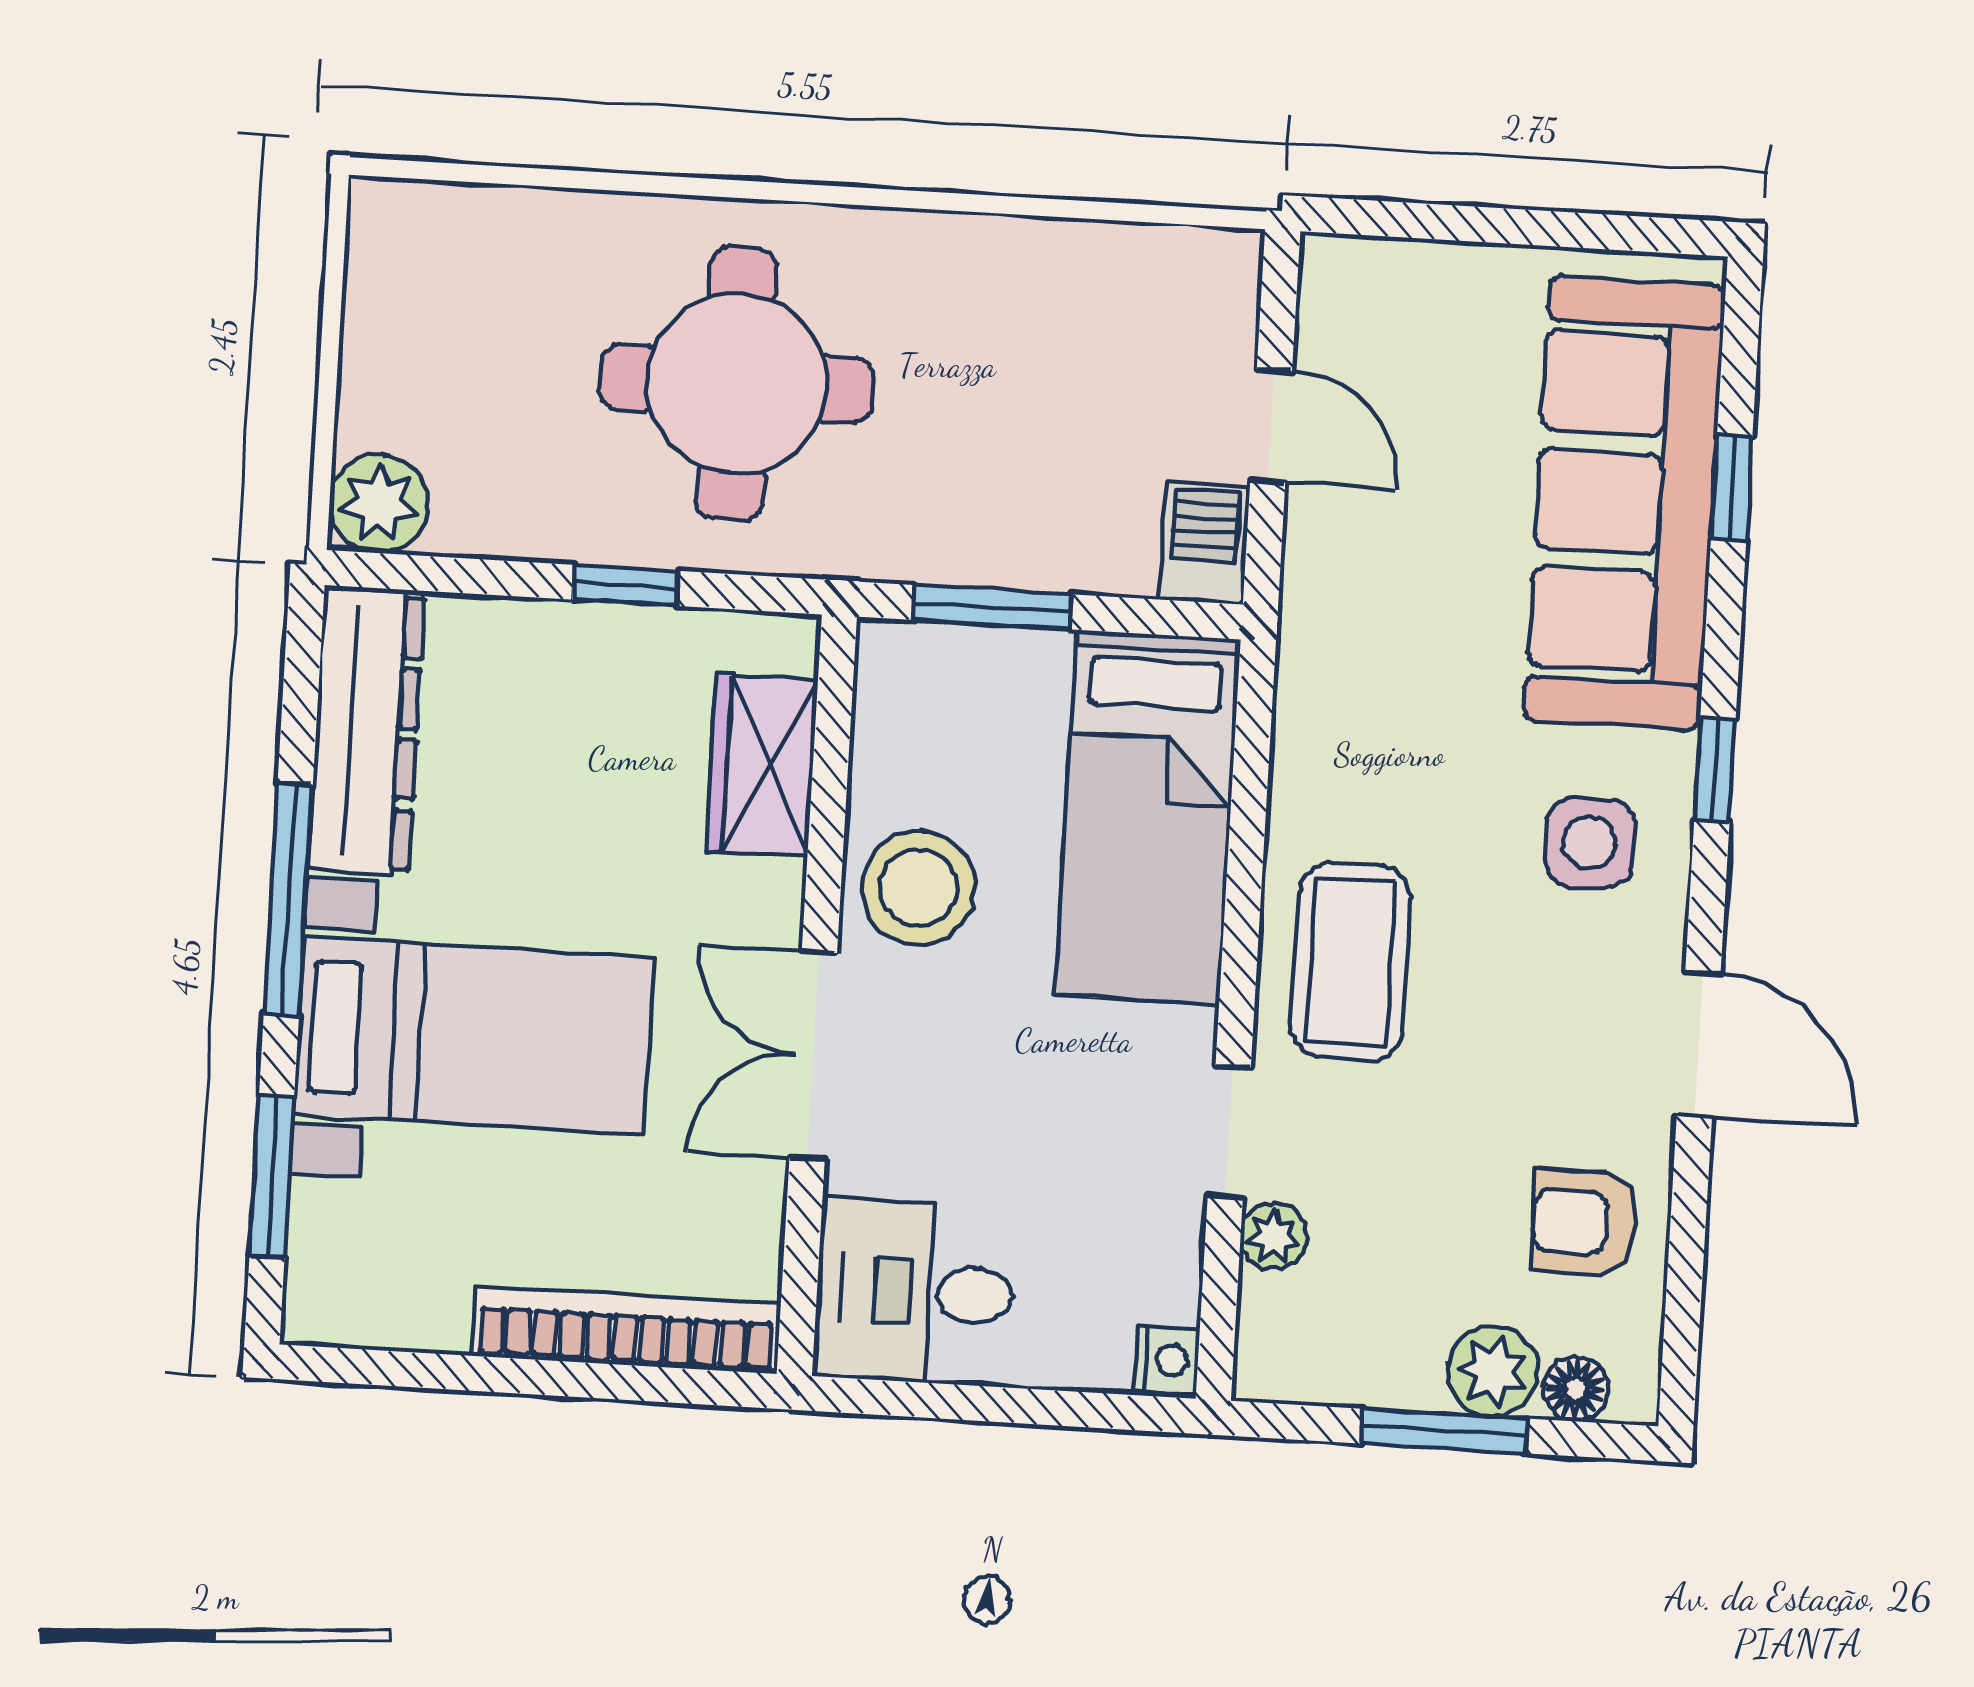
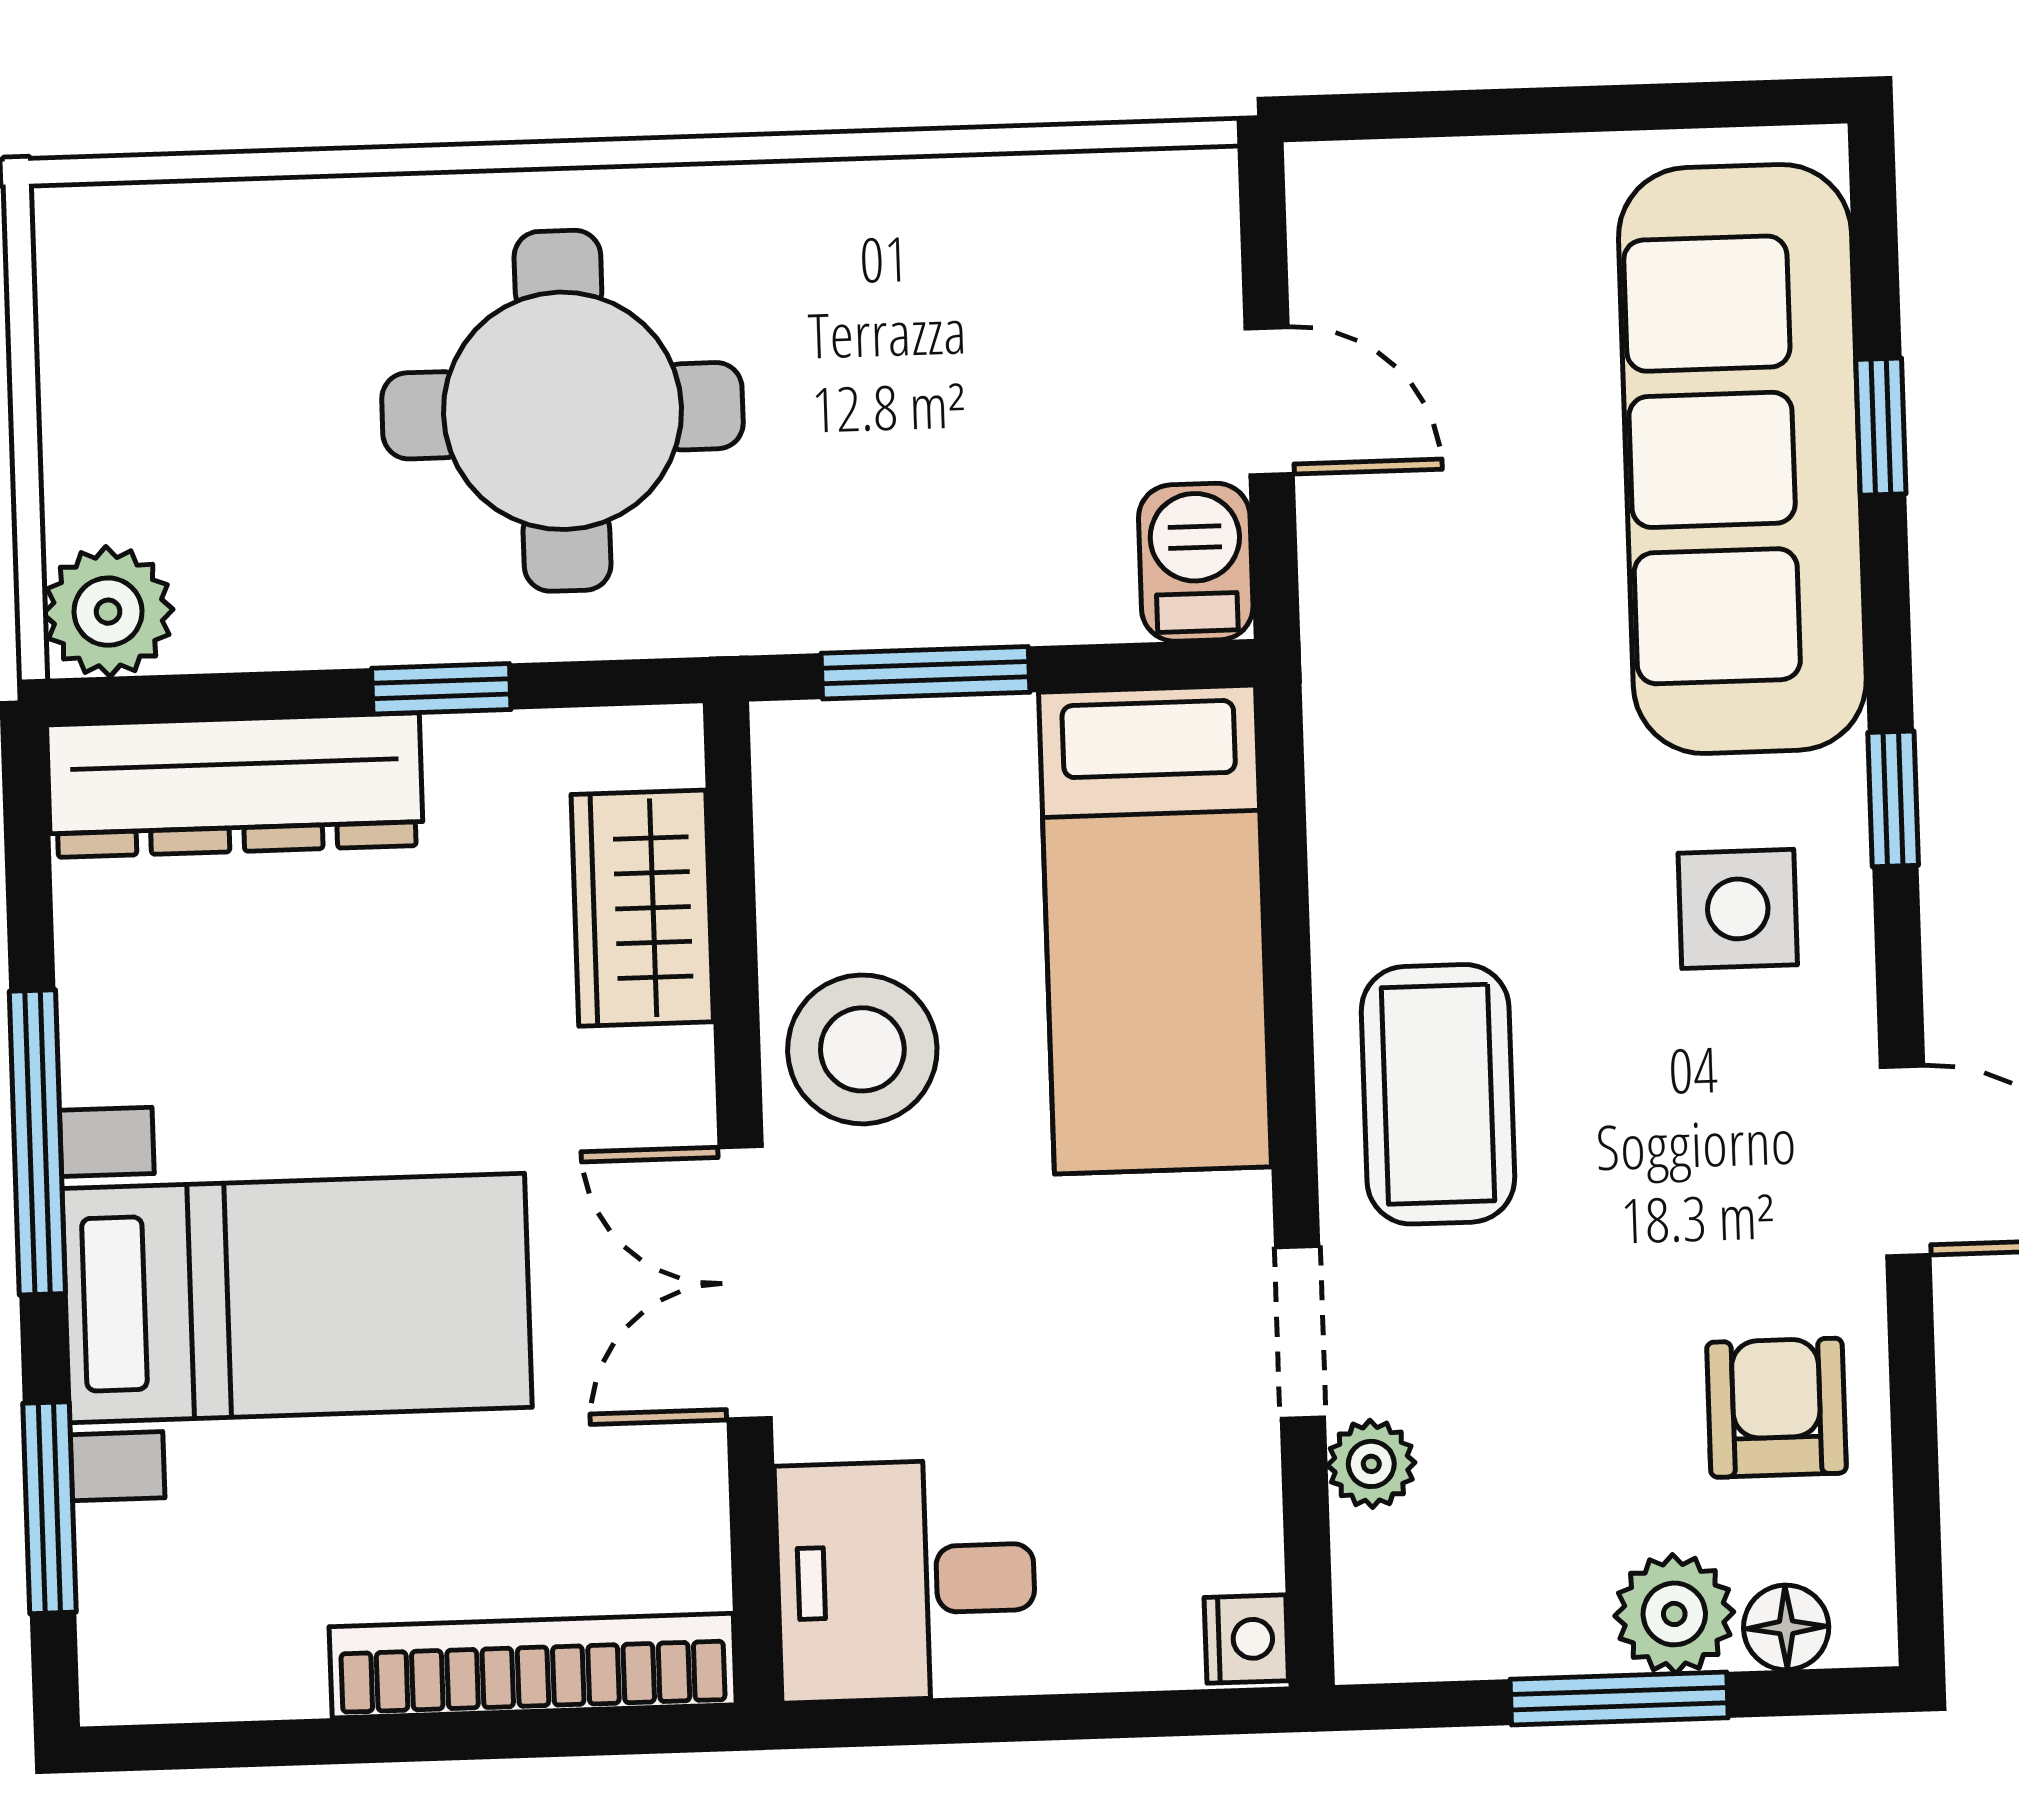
dresser: (366, 732) -> (235, 785), moved, turned 90
armchair: (1584, 1222) -> (1776, 1408), turned 90

